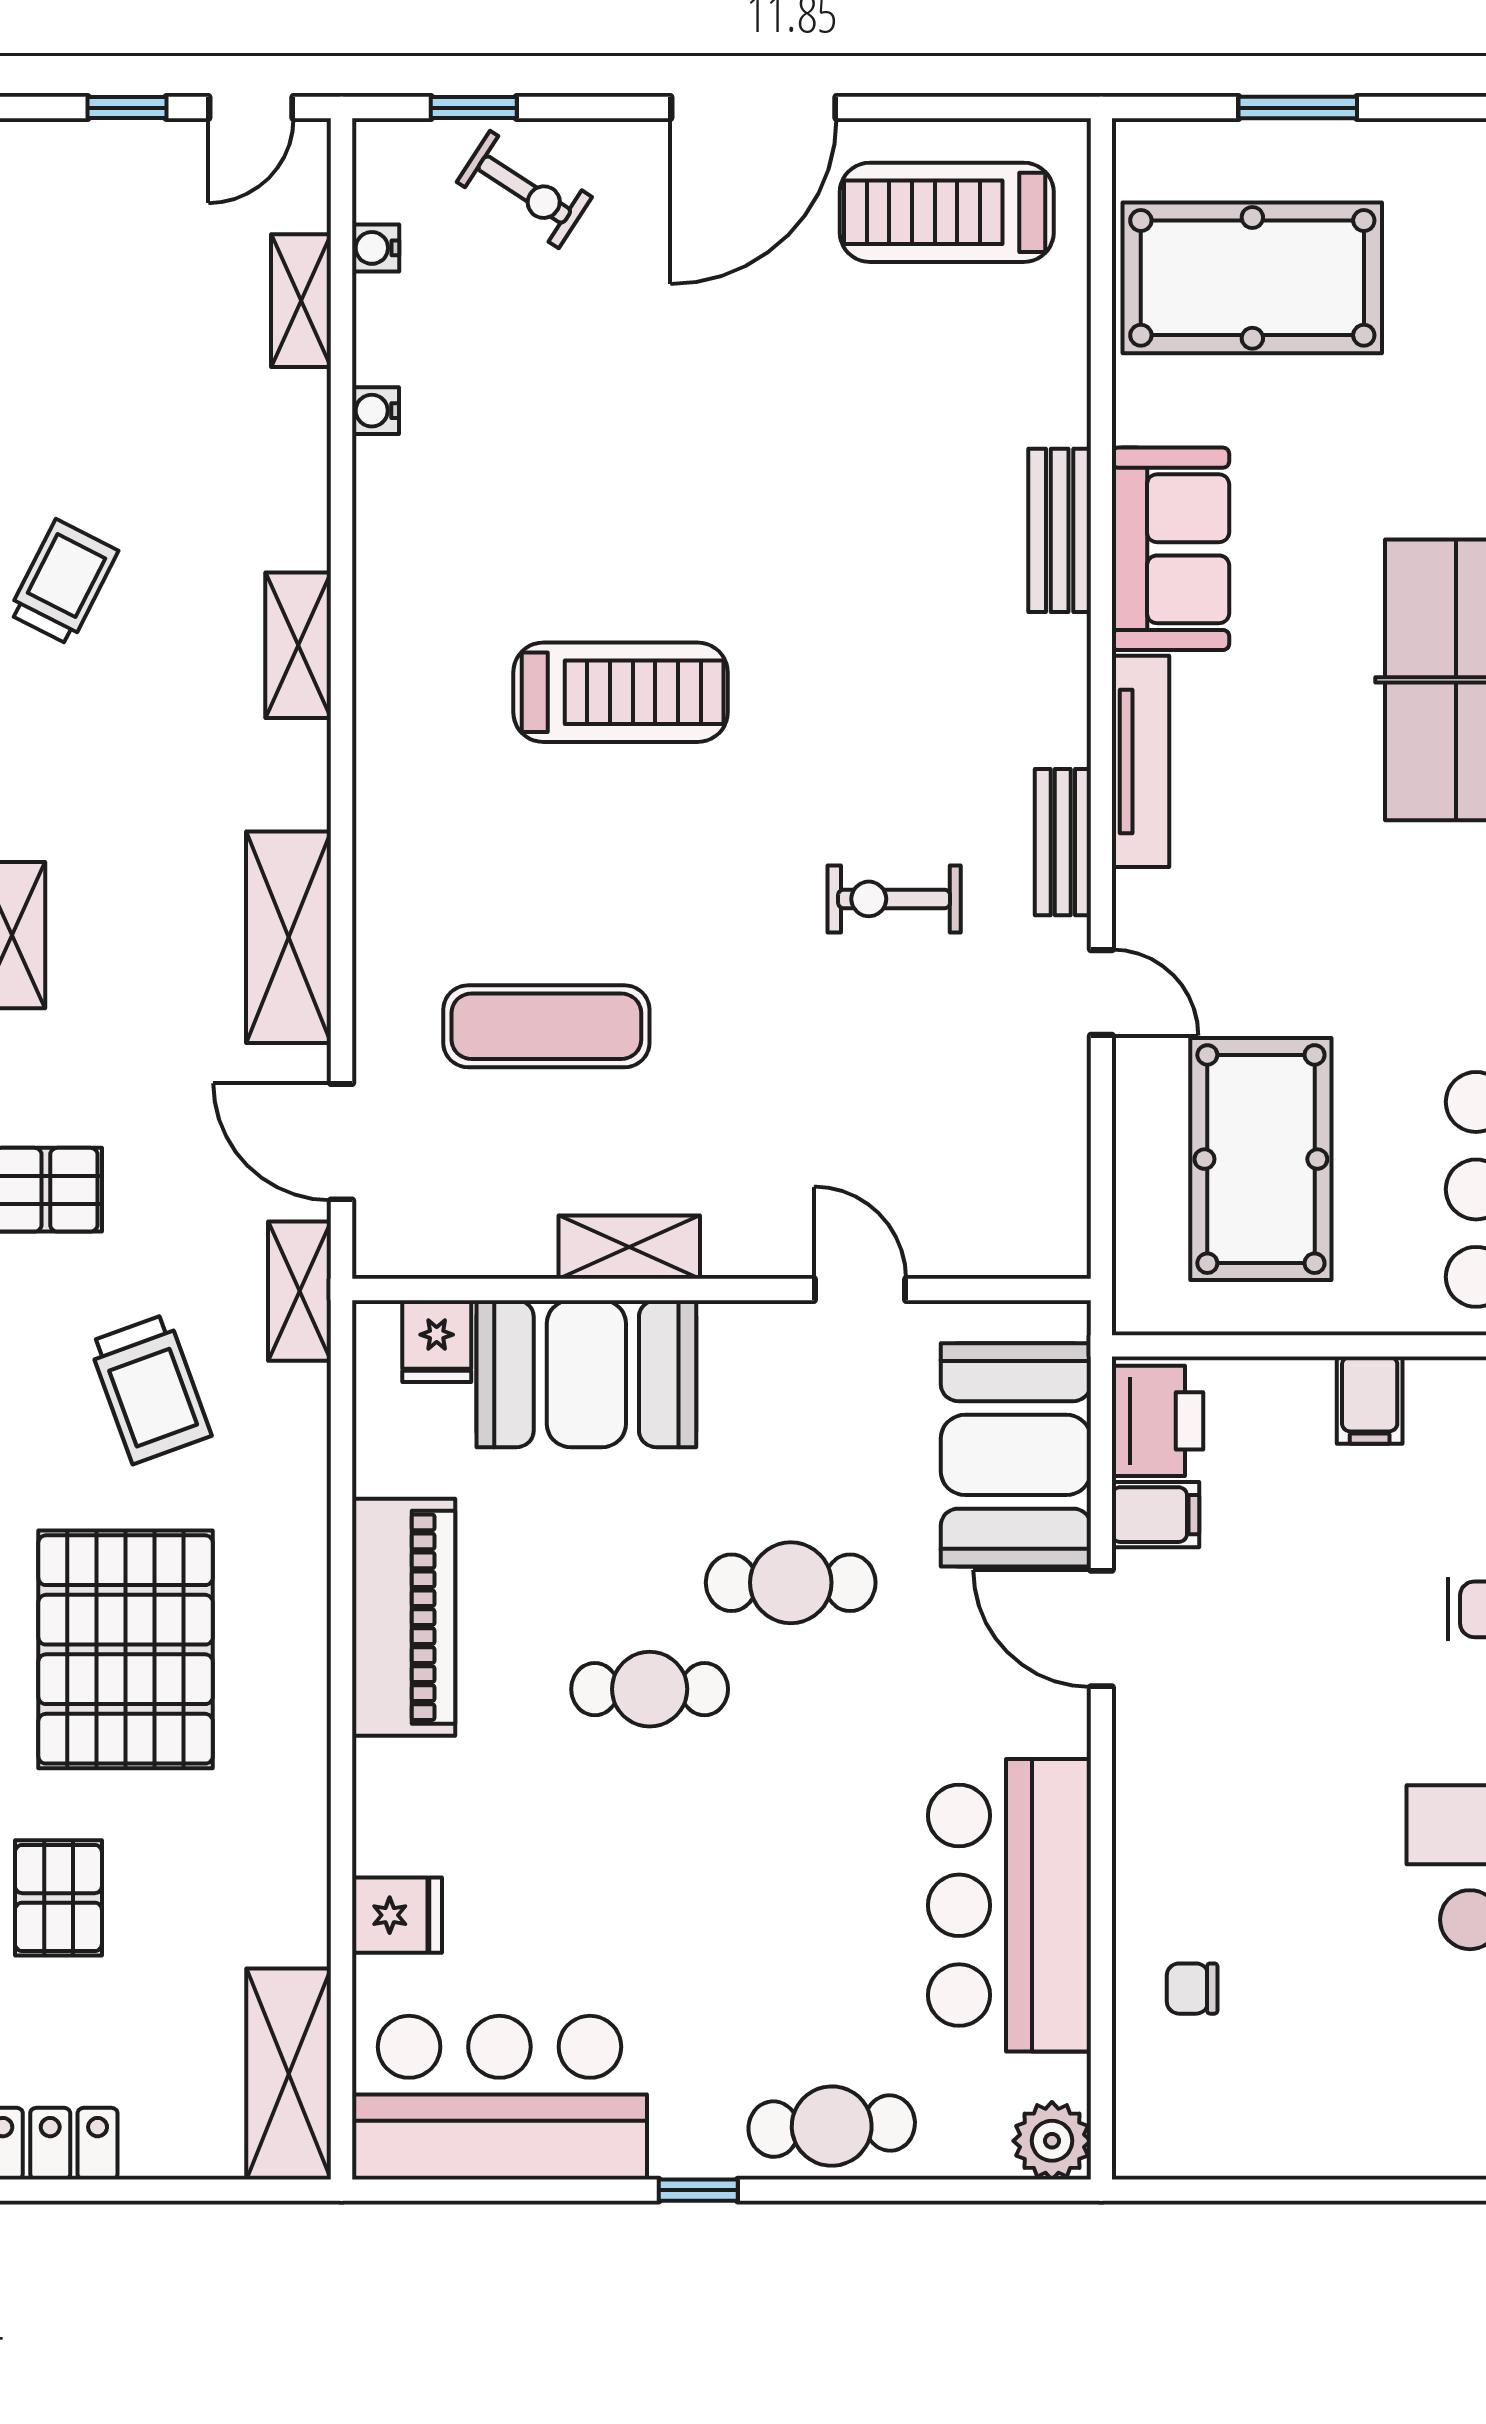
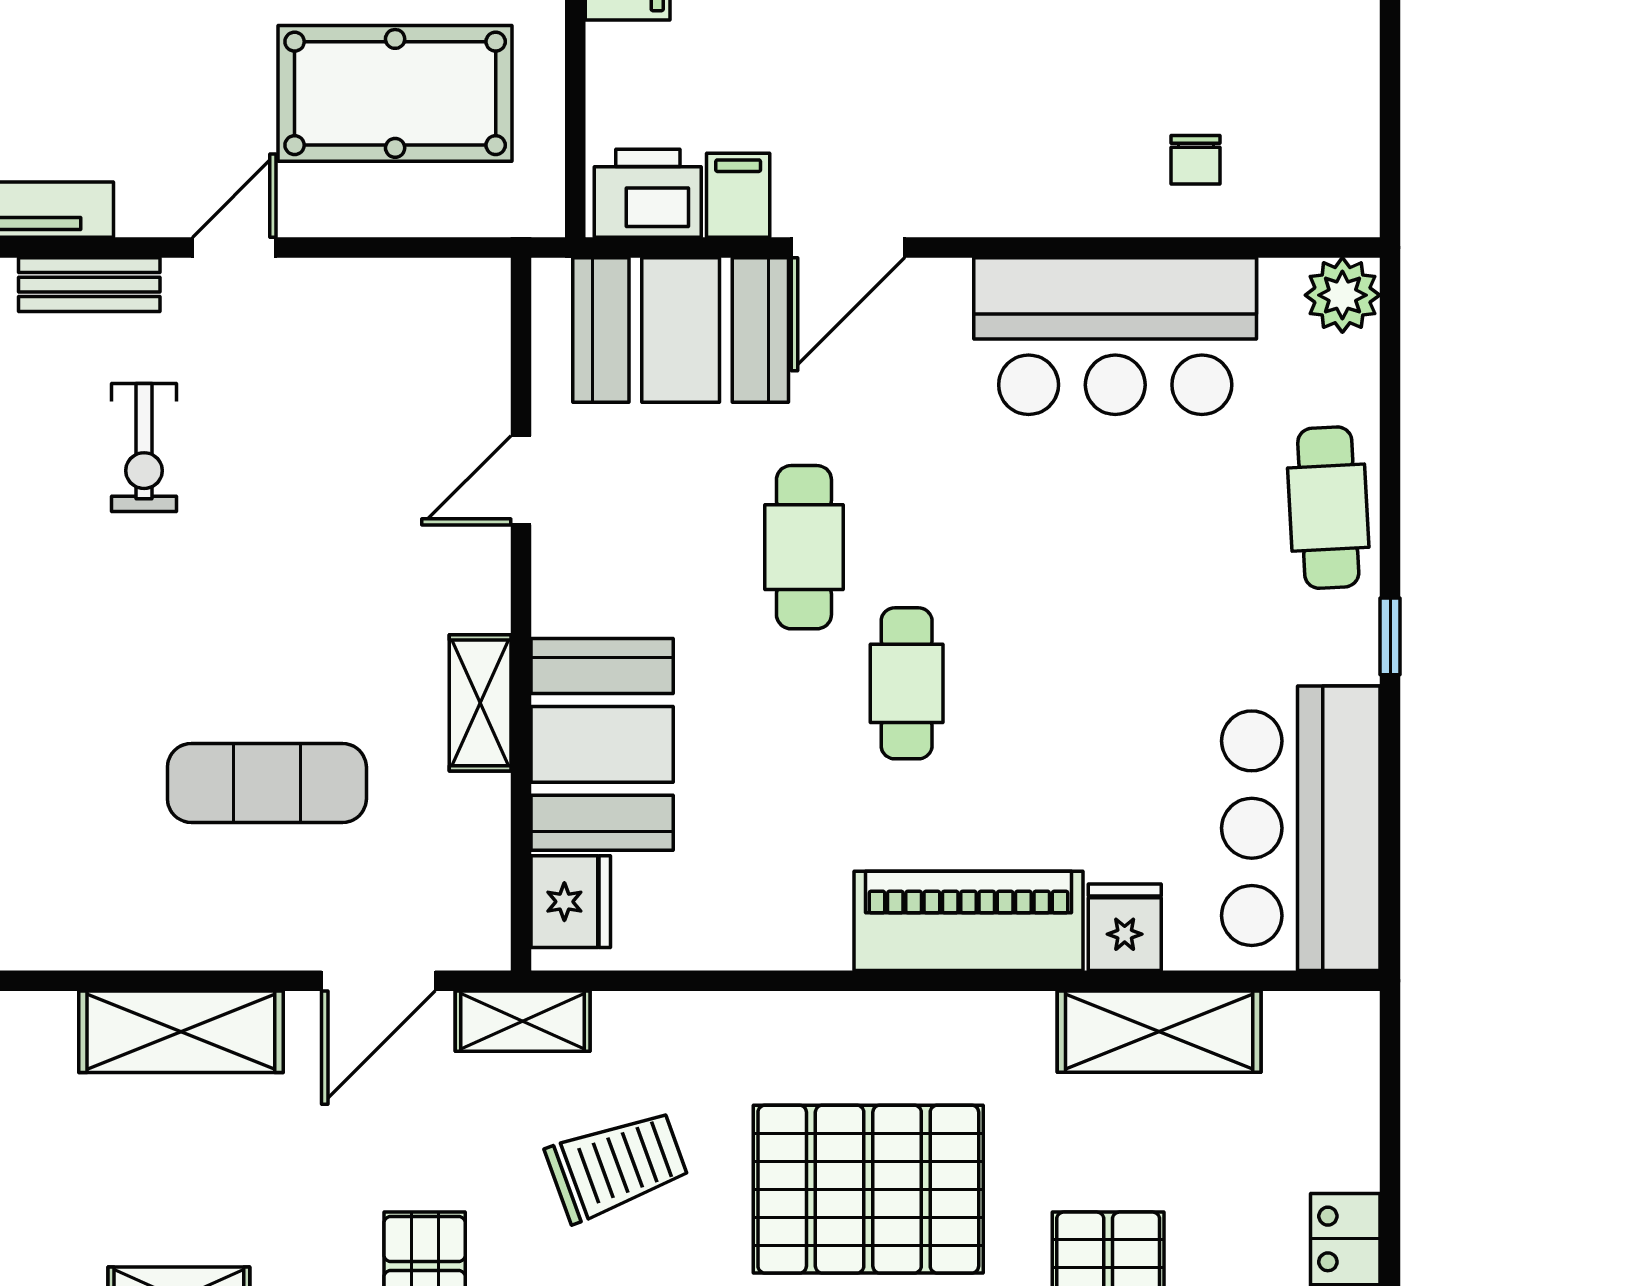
exercise mat: (546, 1026) -> (267, 783), turned 90
fridge: (437, 1341) -> (571, 902), width x1.38
piano: (404, 1617) -> (968, 921), moved
shelving: (289, 2074) -> (1159, 1032), moved

